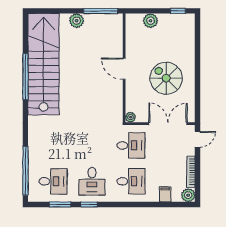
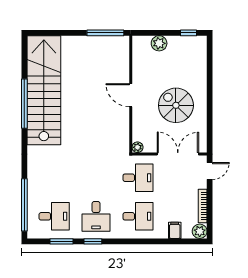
plant: (77, 21) -> (79, 43), removed

